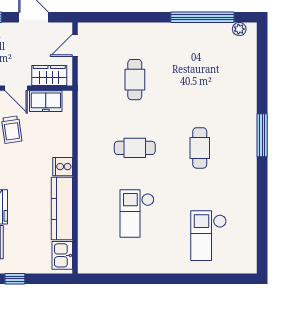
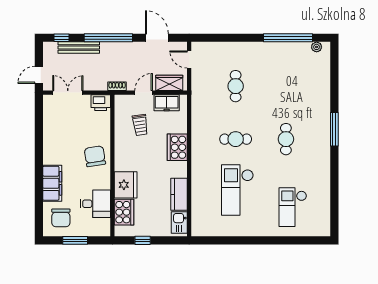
door: (75, 45) -> (189, 60), hinge flipped
door: (16, 88) -> (144, 93), swing flipped
cooker: (63, 167) -> (177, 147), width x1.87, depth x1.31
kitchen counter: (62, 209) -> (179, 194), width x0.67
checkout: (137, 214) -> (237, 190), width x1.36, depth x1.21

